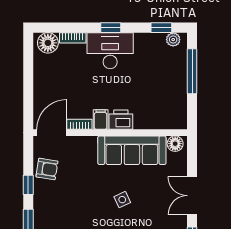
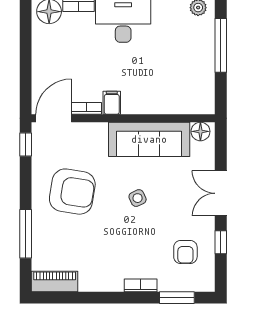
printer: (121, 120) -> (136, 103), removed
armchair: (47, 169) -> (72, 192), moved, width x1.88, depth x1.88
window: (28, 185) -> (26, 144), moved

